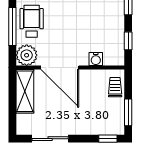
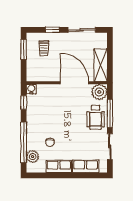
water cooler: (96, 59) -> (31, 89), moved
trolley: (115, 87) -> (44, 48), moved
window: (108, 139) -> (52, 30), moved

